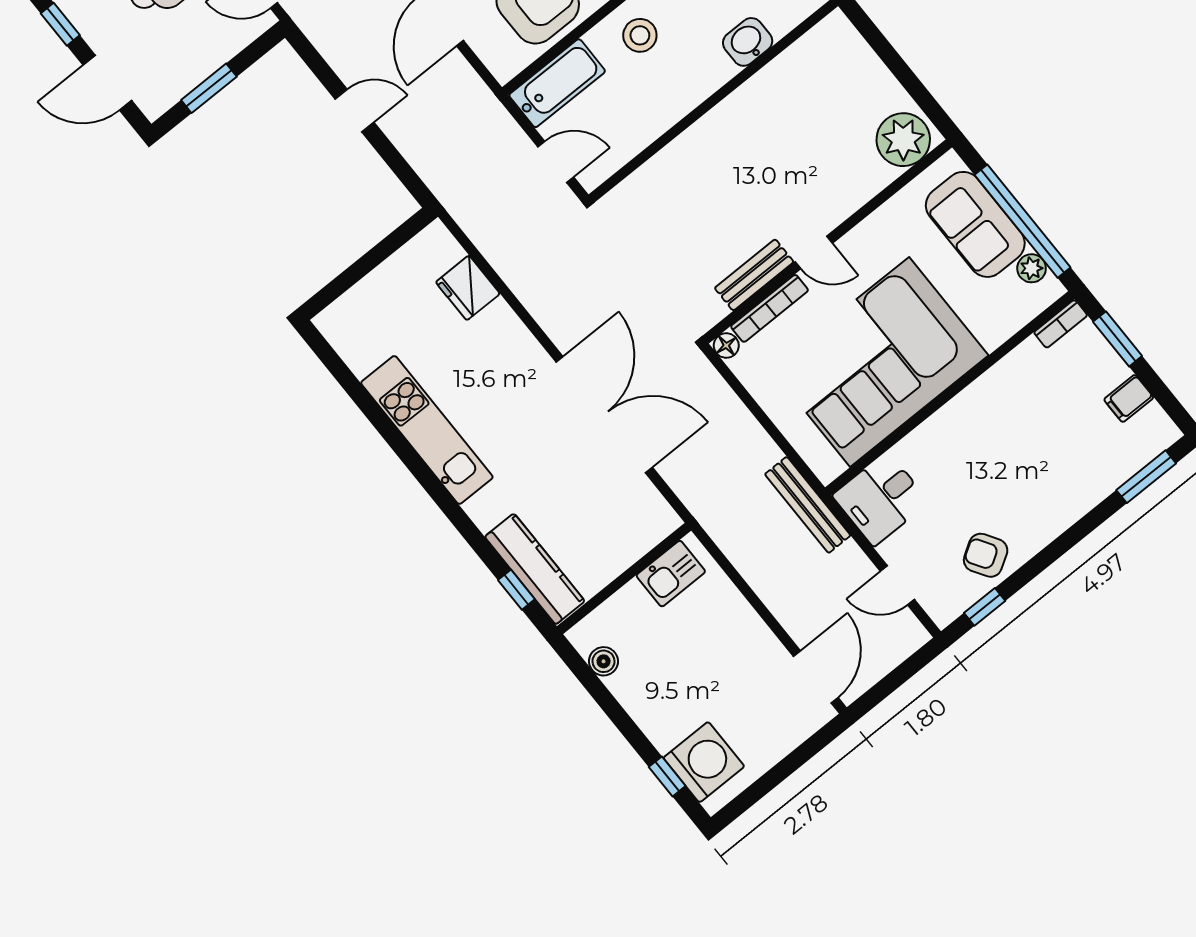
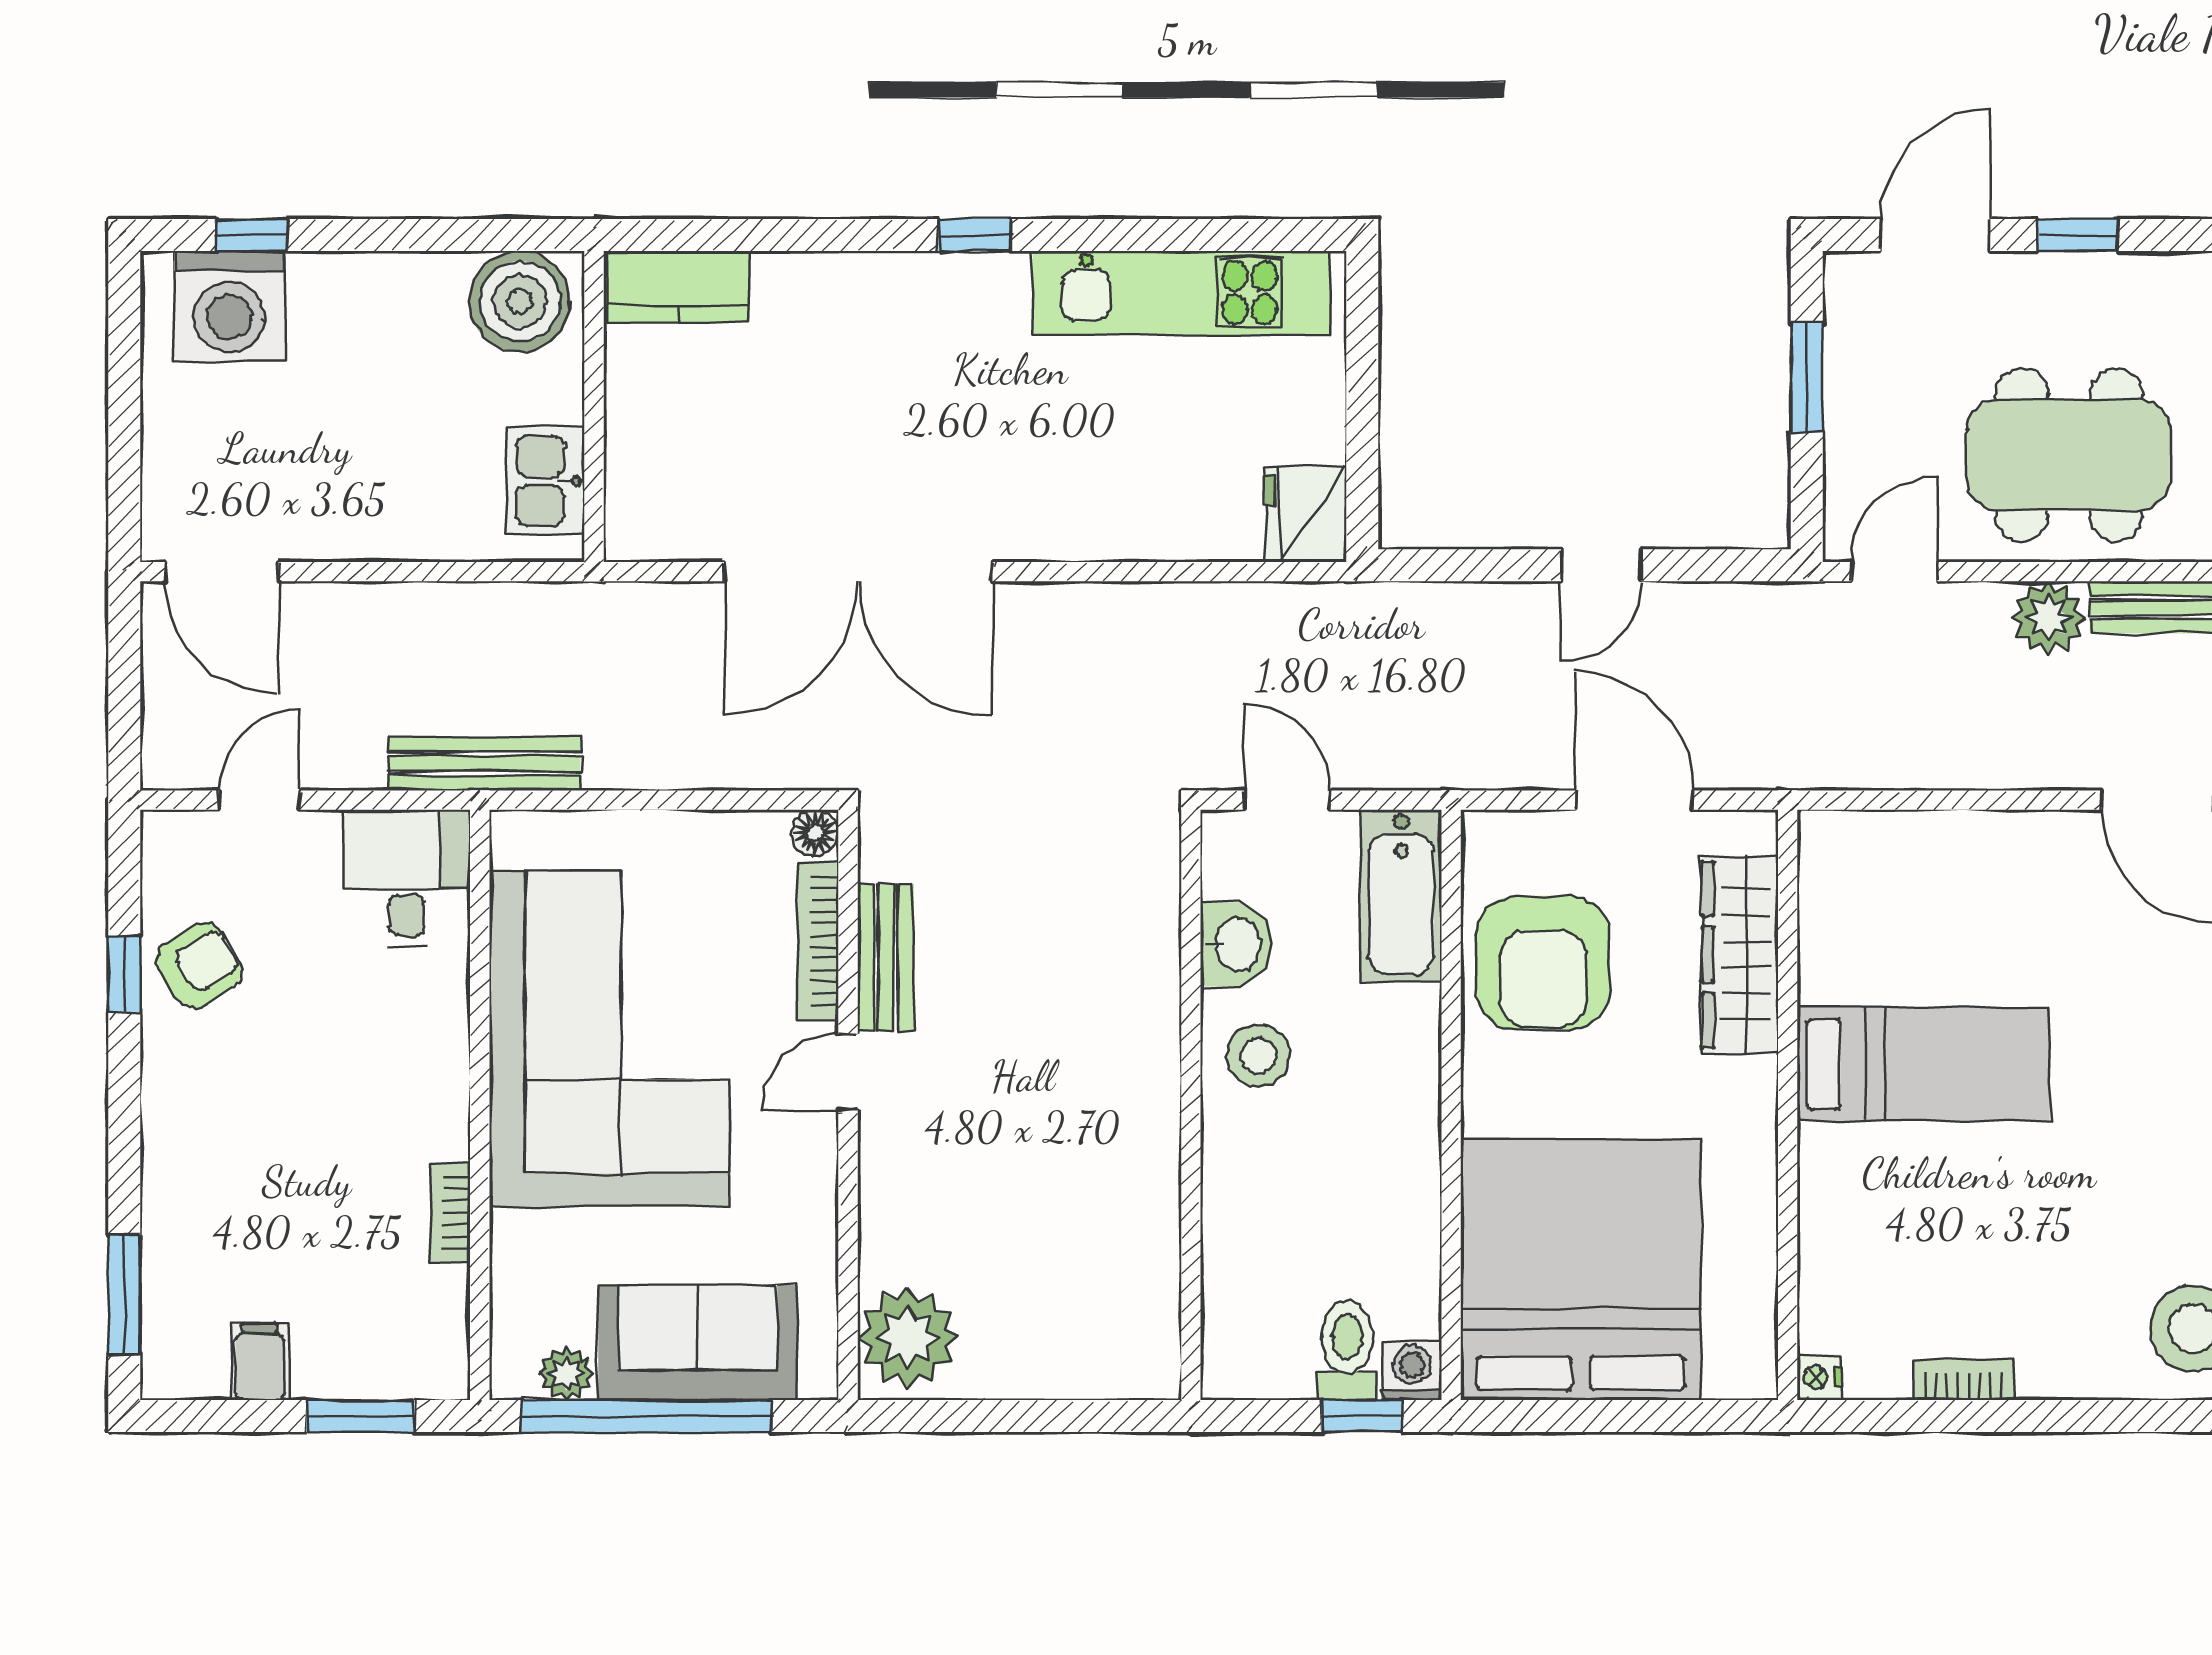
stool: (640, 35) -> (1258, 1056), moved
washbasin: (748, 42) -> (1236, 944), moved
door: (556, 162) -> (1287, 800), swing flipped
fridge: (468, 288) -> (1306, 514), moved, turned -90
bookcase: (1061, 324) -> (450, 1213), moved
kitchen unit: (427, 430) -> (1181, 293), moved
kitchen counter: (535, 569) -> (678, 287), width x0.67
window: (516, 590) -> (975, 235), moved
window: (985, 607) -> (124, 974), moved
boiler: (604, 661) -> (520, 301), width x1.86, depth x1.86

